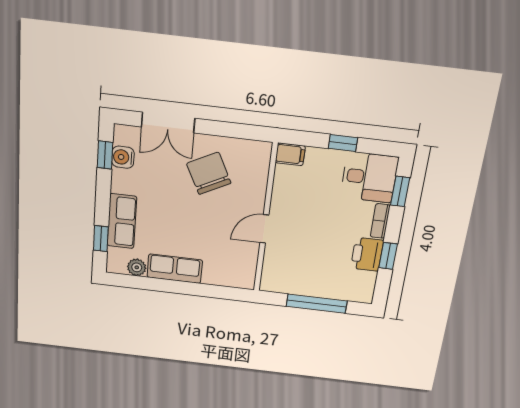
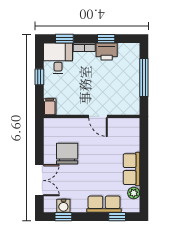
chair: (209, 173) -> (67, 154), turned 117

